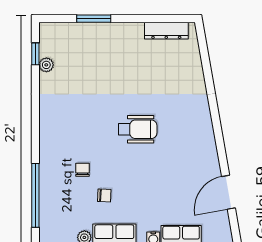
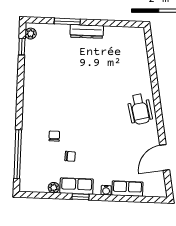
dresser: (166, 31) -> (87, 31), moved
plant: (46, 65) -> (31, 34), moved
wheelchair: (138, 129) -> (140, 109), moved, turned 76

